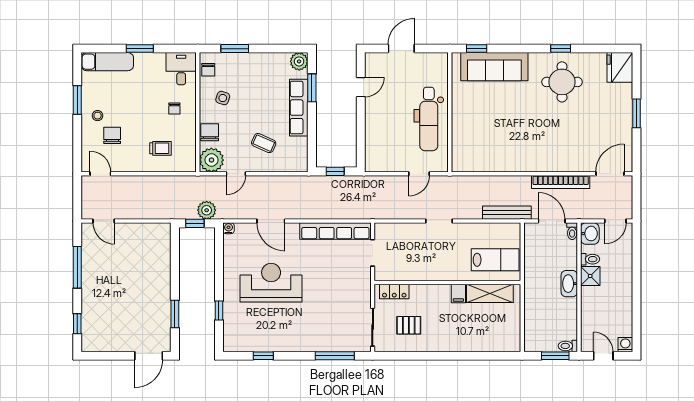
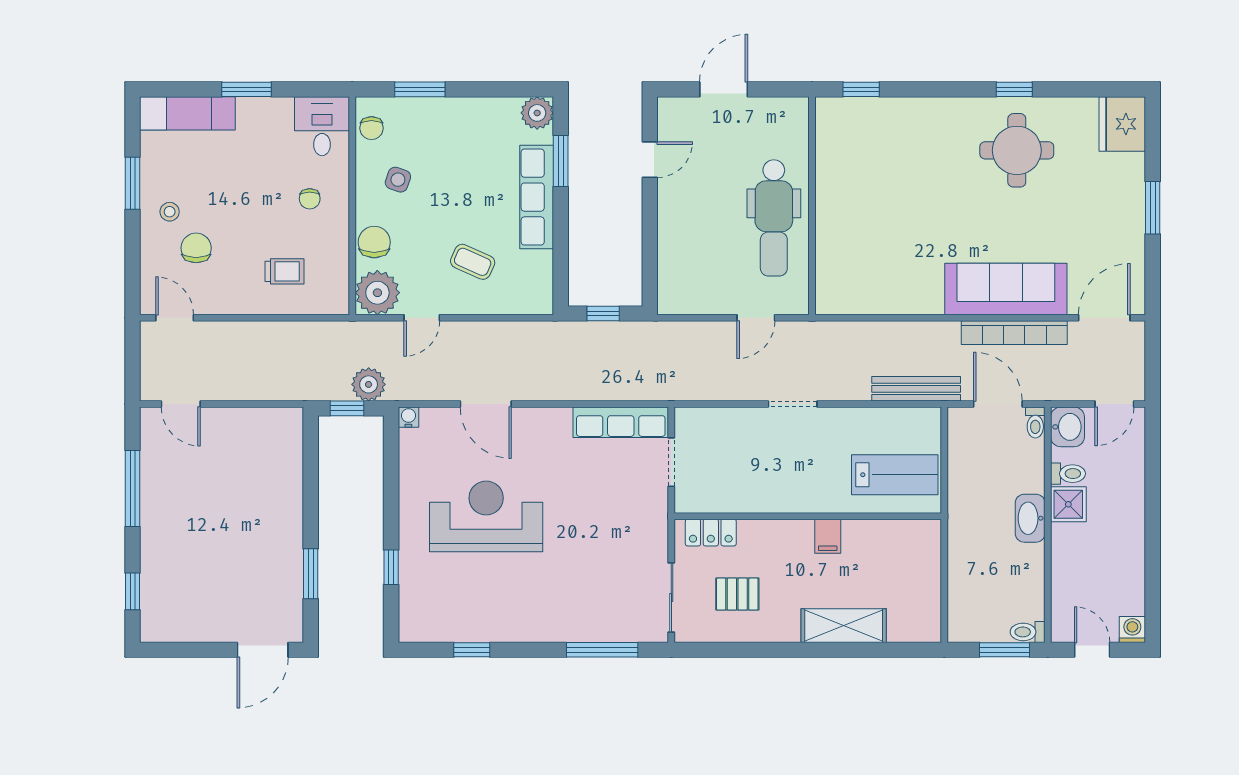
sofa: (494, 67) -> (1006, 289), moved, turned 180
row of seats: (335, 231) -> (621, 422), width x0.73
shelving: (490, 293) -> (844, 626), moved

